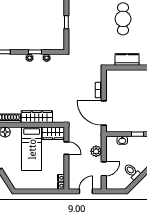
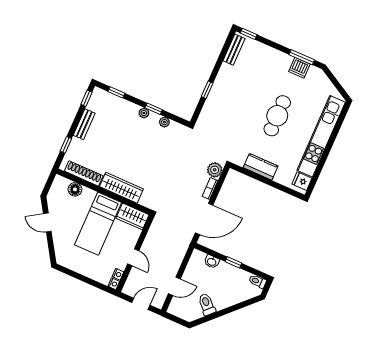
door: (104, 113) -> (204, 219), swing flipped
door: (66, 148) -> (133, 257), moved
plant: (96, 151) -> (215, 170), moved

